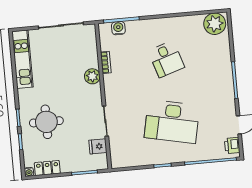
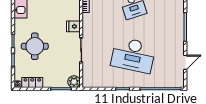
plant: (92, 76) -> (74, 82), moved
fridge: (98, 146) -> (73, 26), moved
printer: (232, 146) -> (179, 78), removed

